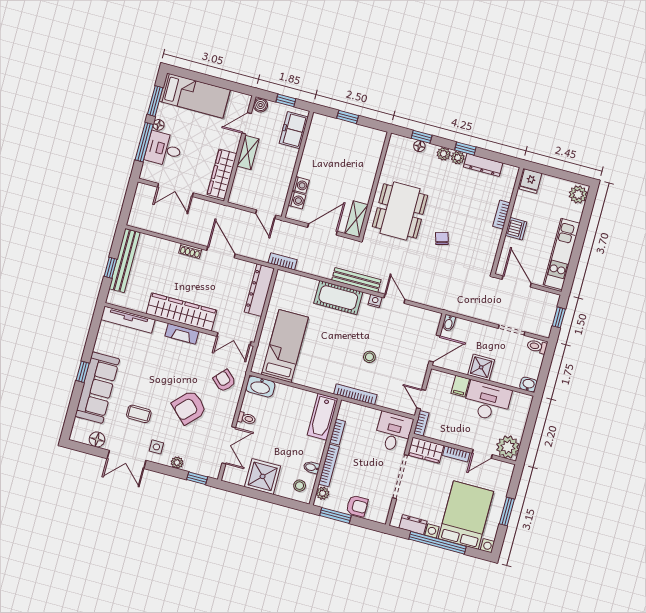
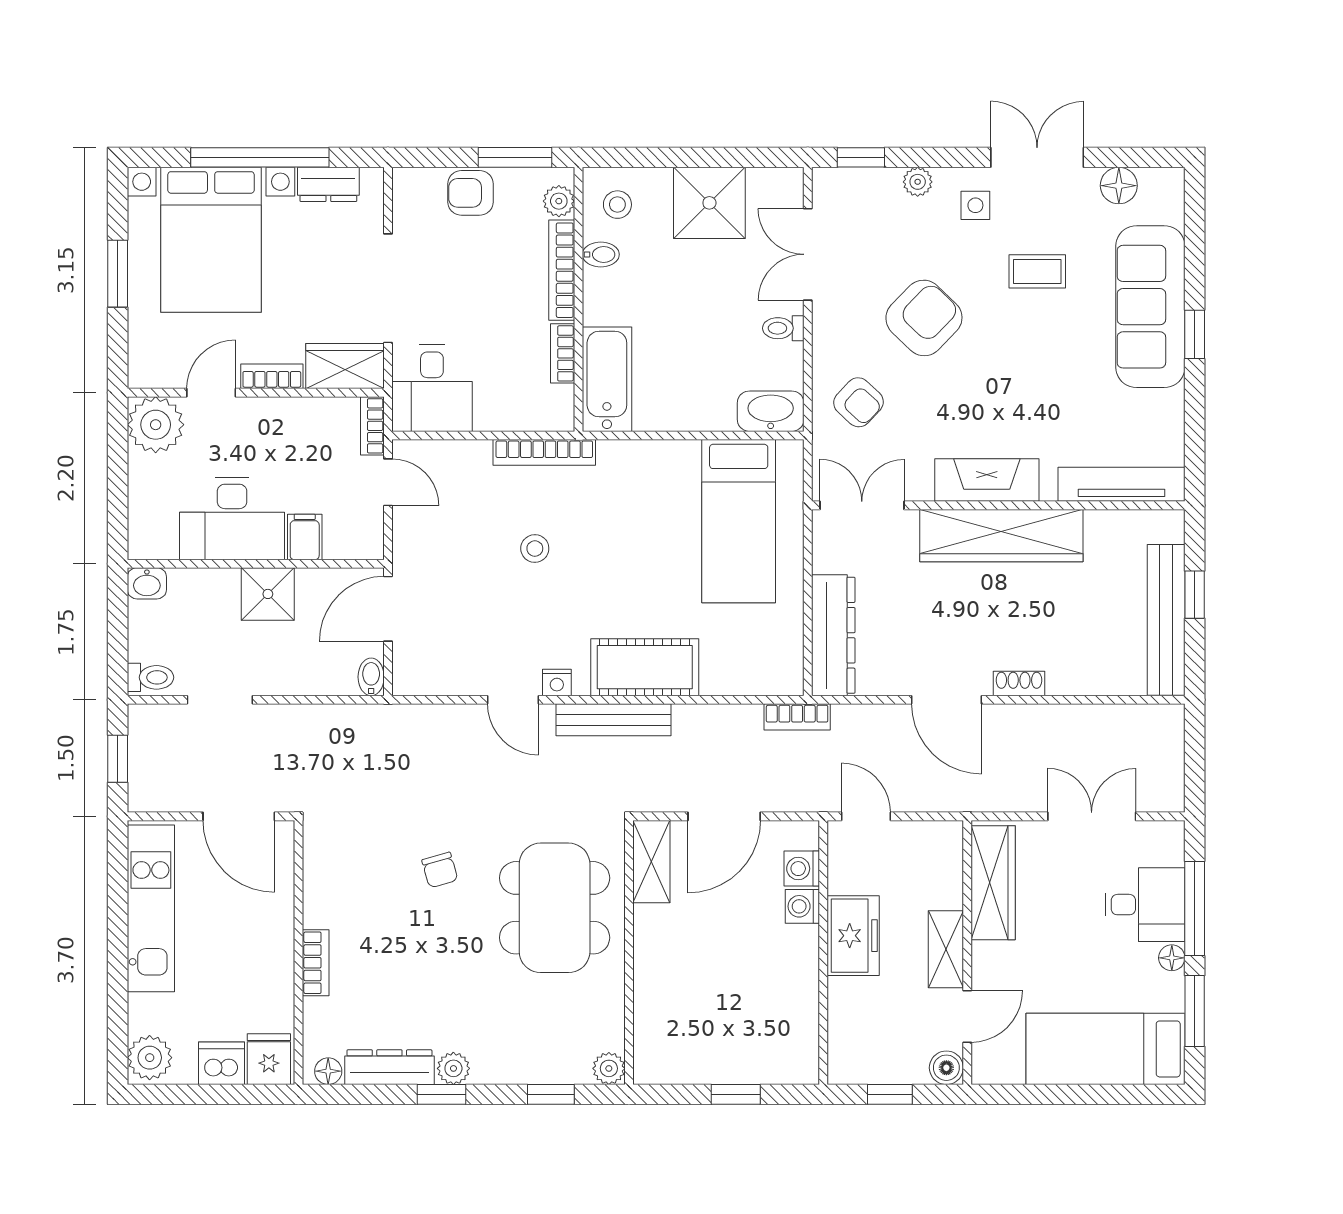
freezer: (294, 130) -> (853, 936), moved
floor lamp: (419, 146) -> (328, 1071), moved
plant: (444, 154) -> (609, 1068), moved
dishwasher: (516, 229) -> (222, 1063), moved, turned 90
fireplace: (182, 334) -> (987, 480), width x1.37, depth x1.32

